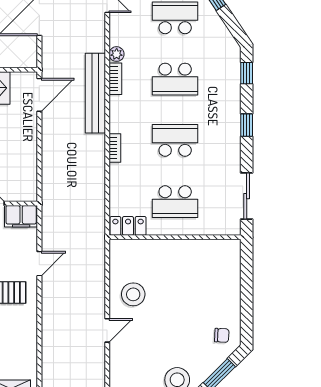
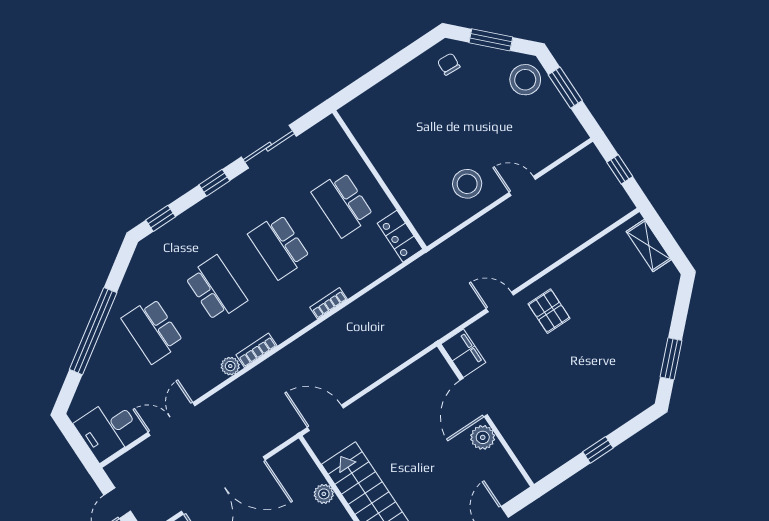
bench: (95, 93) -> (285, 361), removed
sliding door: (247, 196) -> (269, 147), moved
school desk: (175, 202) -> (343, 204), turned 180

